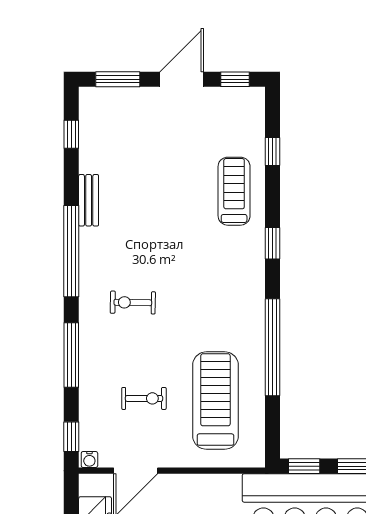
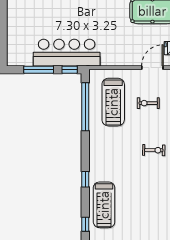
treadmill: (234, 191) -> (104, 205), width x1.37, depth x1.38
window: (272, 347) -> (85, 107), moved

